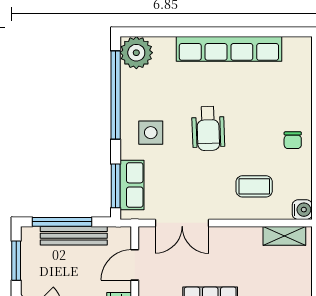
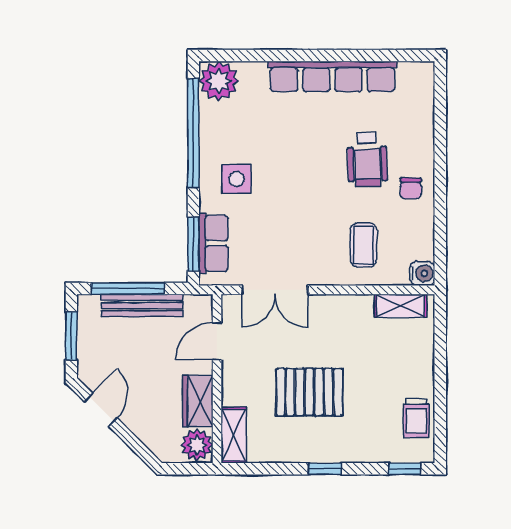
wheelchair: (208, 129) -> (367, 160), moved
coffee table: (254, 186) -> (363, 245), turned 90

